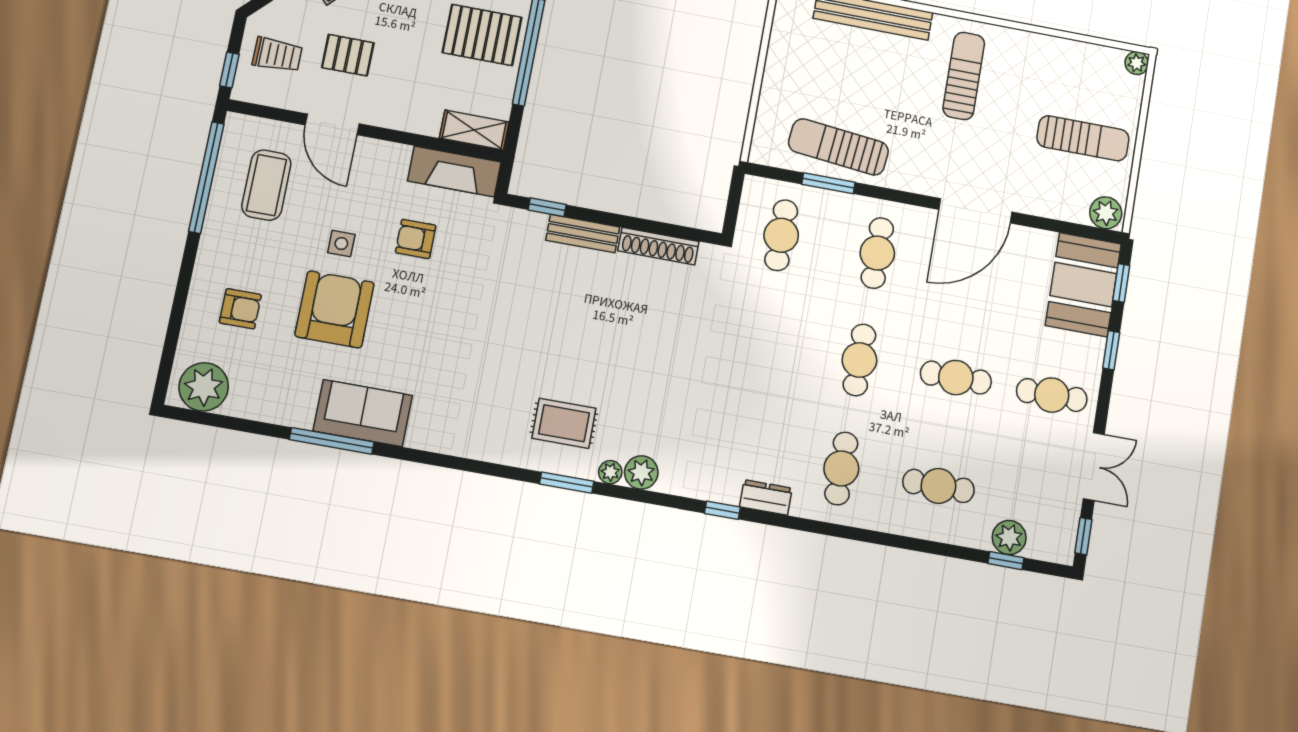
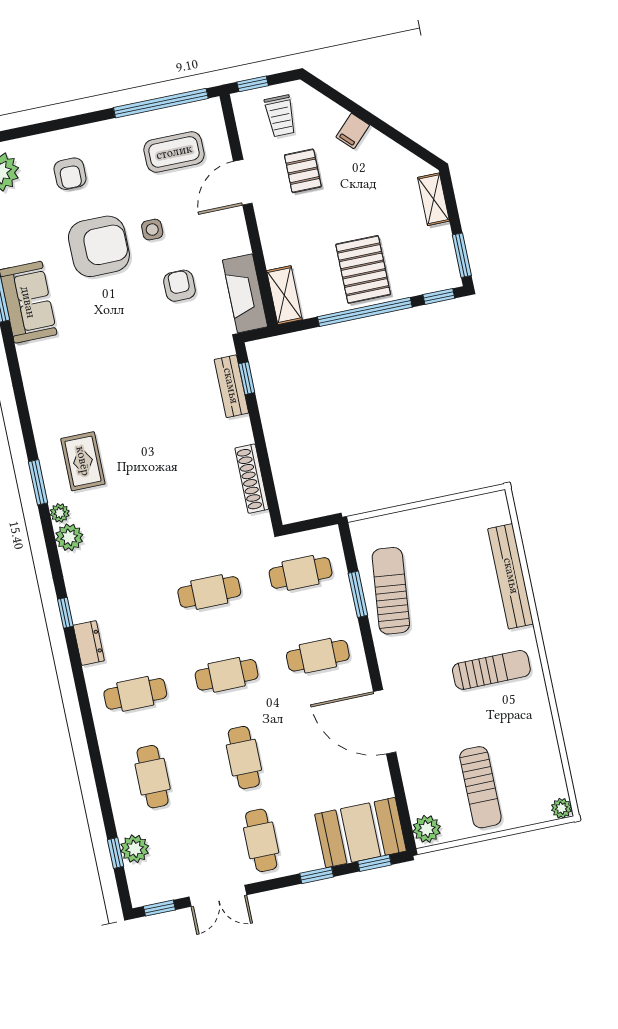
bench: (583, 234) -> (231, 386), moved
cafe table: (763, 342) -> (209, 592), added

